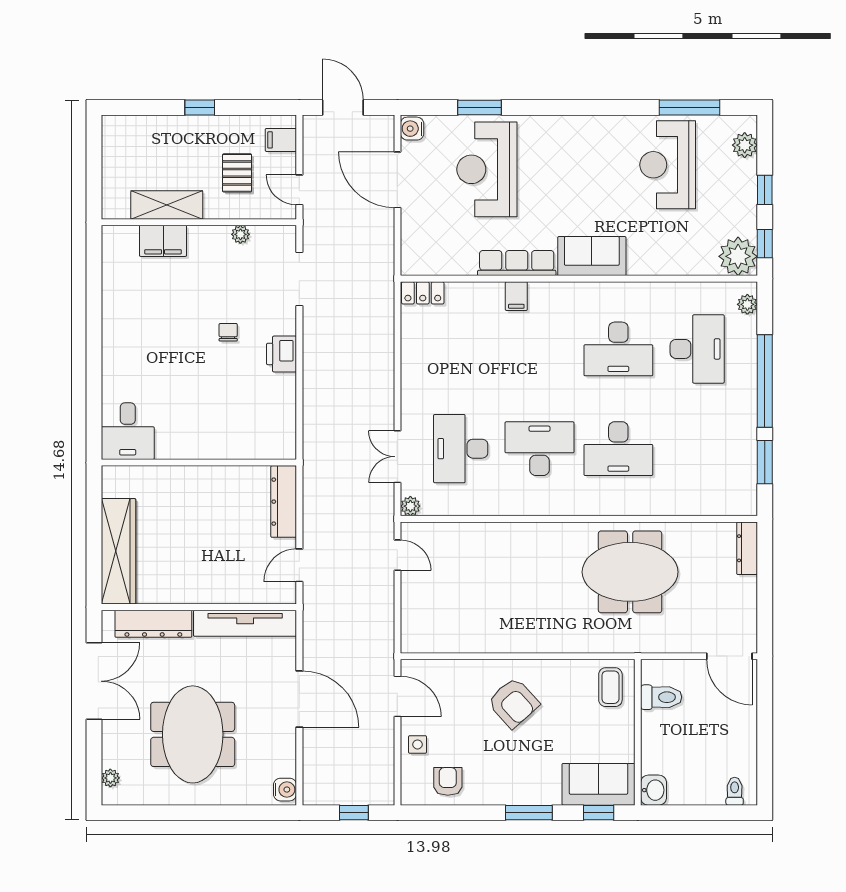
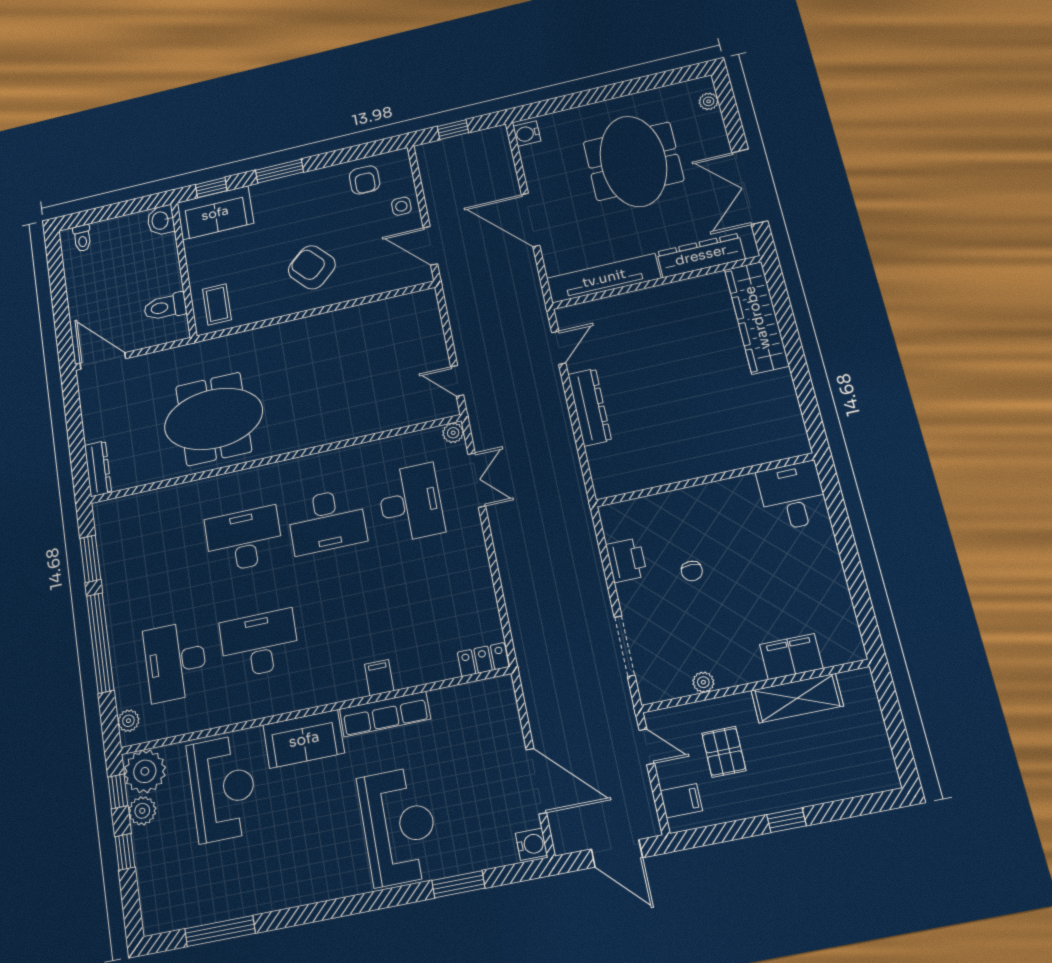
plant: (745, 145) -> (142, 811), moved
reception desk: (668, 165) -> (223, 788), moved
reception desk: (487, 169) -> (399, 826), moved
desk: (128, 431) -> (793, 496), moved
wall: (199, 463) -> (704, 480), moved

